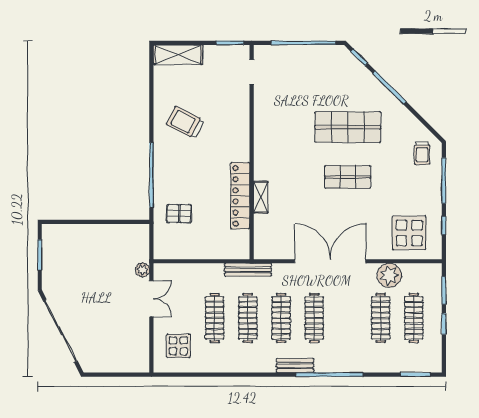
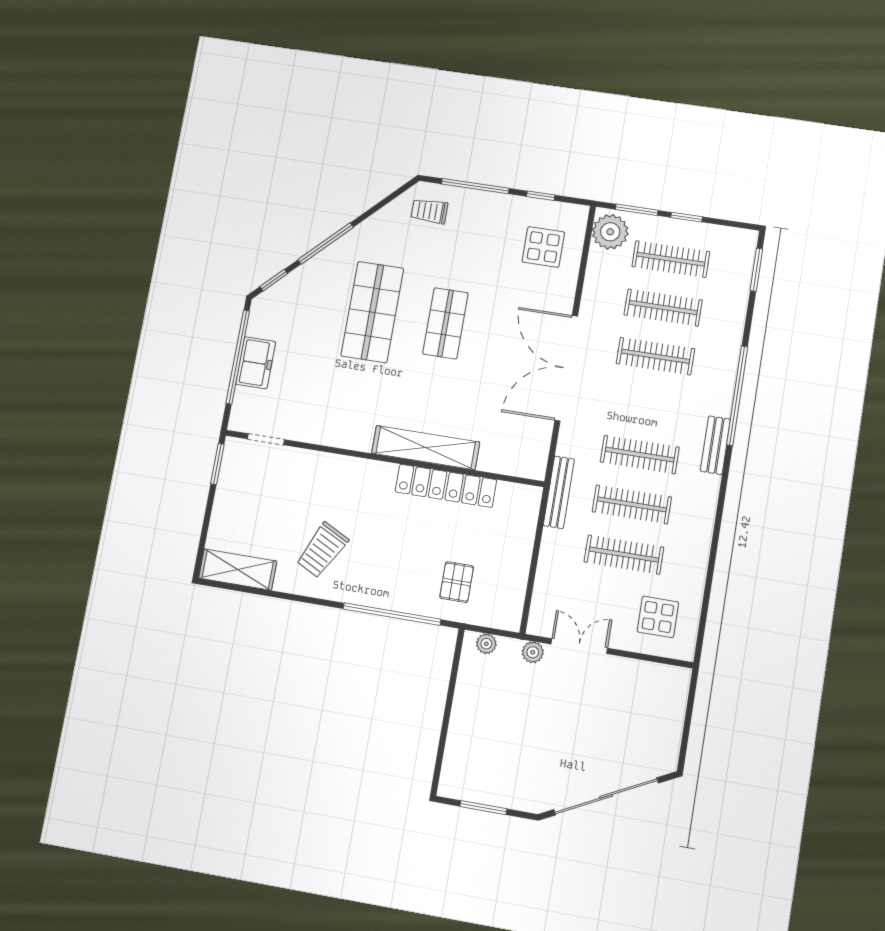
shelving: (178, 55) -> (238, 570), moved, turned 90
freezer: (301, 56) -> (256, 363), added
trolley: (422, 153) -> (429, 211), turned 180
shelving: (261, 197) -> (426, 448), width x2.20, depth x1.33
display table: (409, 233) -> (543, 247), width x0.73, depth x0.73
plant: (143, 239) -> (486, 644), added
plant: (389, 275) -> (610, 232), moved
clothes rail: (314, 318) -> (655, 356), moved

